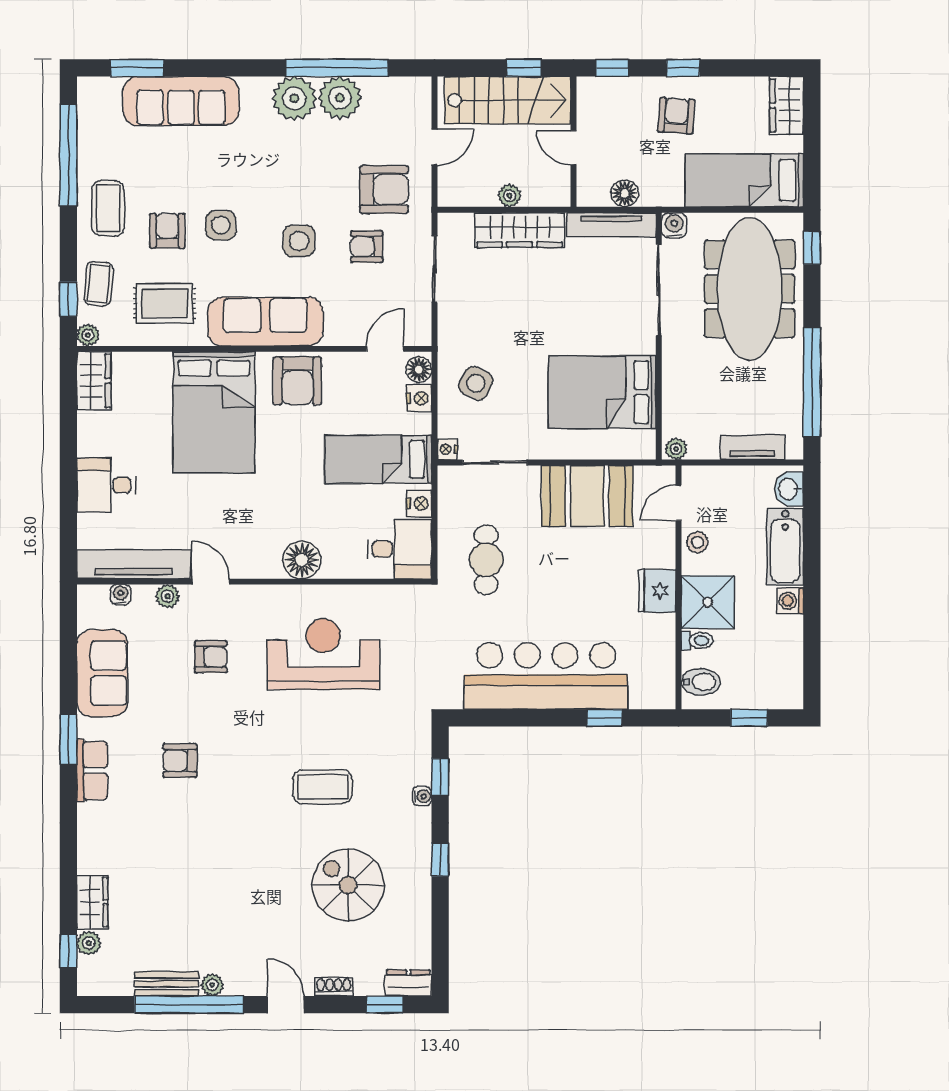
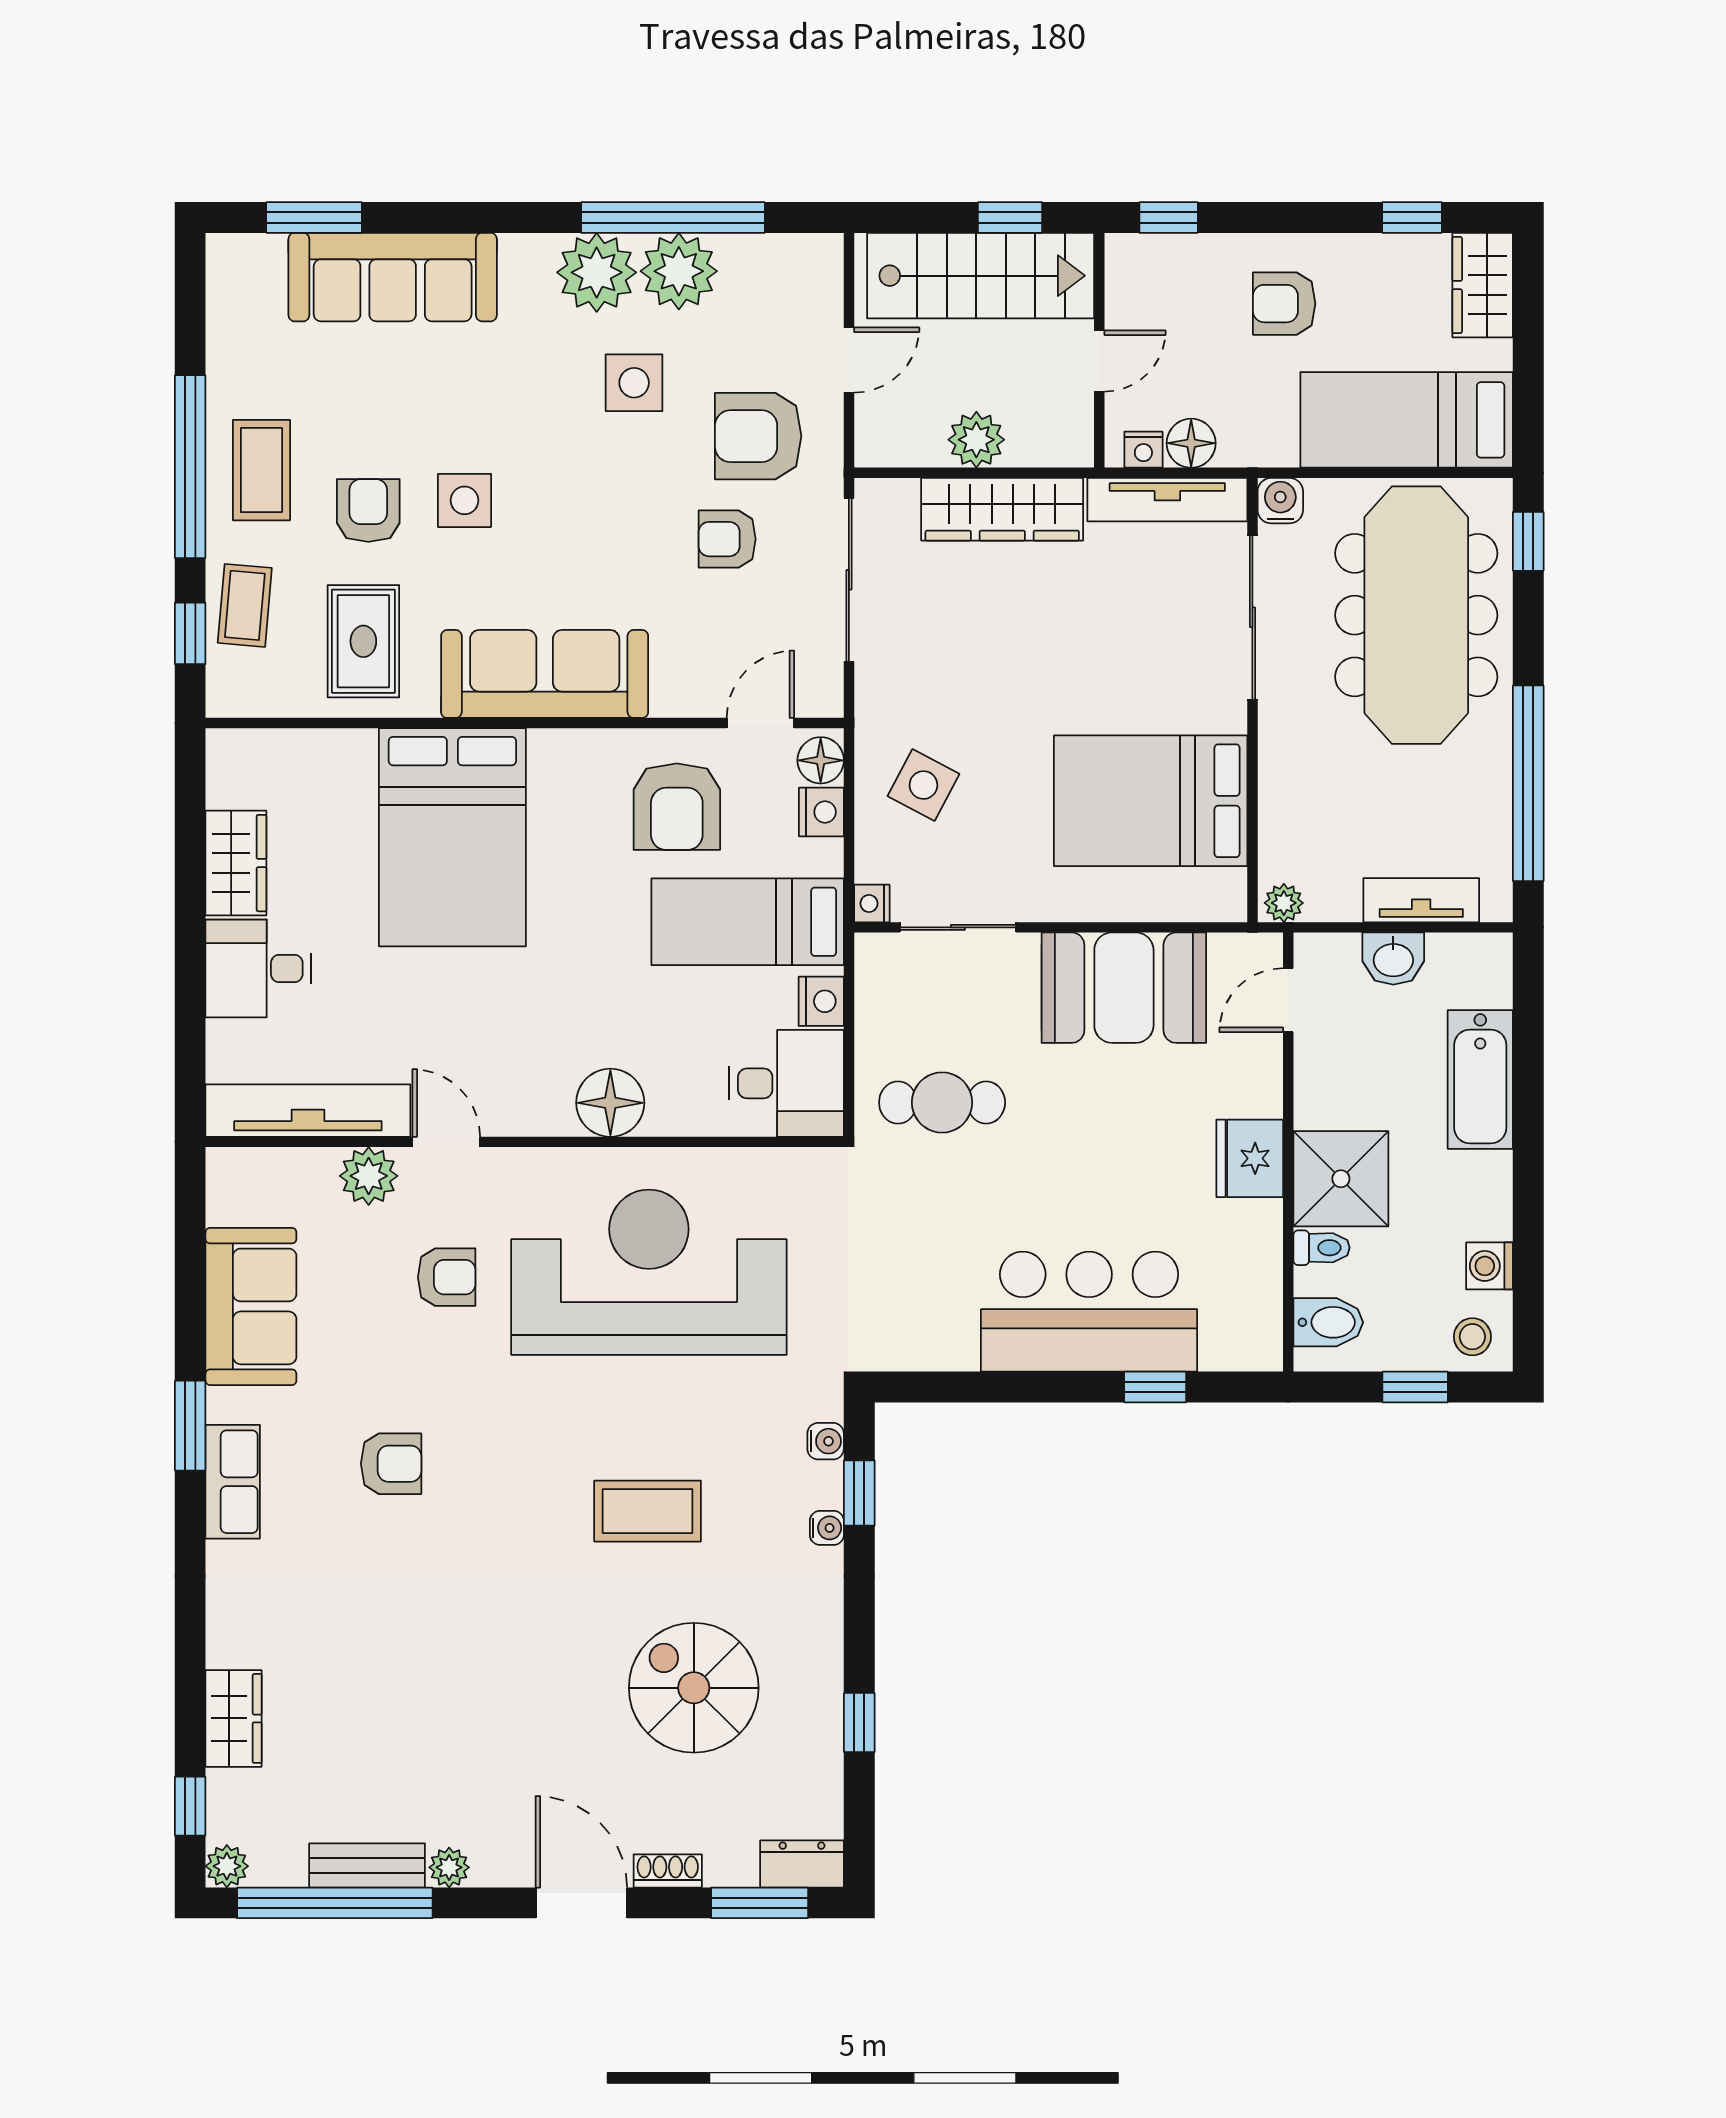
window: (683, 68) -> (1412, 217), moved
armchair: (676, 116) -> (1284, 304), turned -94
door: (574, 148) -> (1099, 361), swing flipped
window: (68, 155) -> (190, 467), moved
armchair: (384, 189) -> (758, 436), turned 180
plant: (509, 196) -> (976, 440), width x1.38, depth x1.38
nightstand: (598, 197) -> (1143, 450), added
side table: (299, 241) -> (634, 383), moved
sliding door: (434, 269) -> (849, 580), width x1.37
rug: (165, 303) -> (363, 641), turned 90
plant: (88, 335) -> (225, 698), removed
wardrobe: (94, 381) -> (236, 863), moved
armchair: (297, 381) -> (677, 807), moved
washbasin: (789, 489) -> (1393, 959), moved, turned -90
stool: (697, 542) -> (1472, 1337), moved
cafe table: (486, 560) -> (942, 1103), turned 90
water cooler: (121, 595) -> (826, 1441), moved, turned 90
plant: (168, 596) -> (369, 1176), width x1.38, depth x1.38
washing machine: (790, 601) -> (1489, 1266), moved
reception desk: (323, 654) -> (649, 1272), width x1.36, depth x1.30
bar counter: (546, 676) -> (1089, 1312), width x0.73
armchair: (180, 760) -> (391, 1464), turned 180
window: (440, 860) -> (859, 1723), moved
plant: (89, 943) -> (227, 1866), moved
window: (189, 1005) -> (335, 1903), moved
door: (286, 1005) -> (581, 1903), width x1.38
window: (385, 1005) -> (760, 1903), width x1.50

